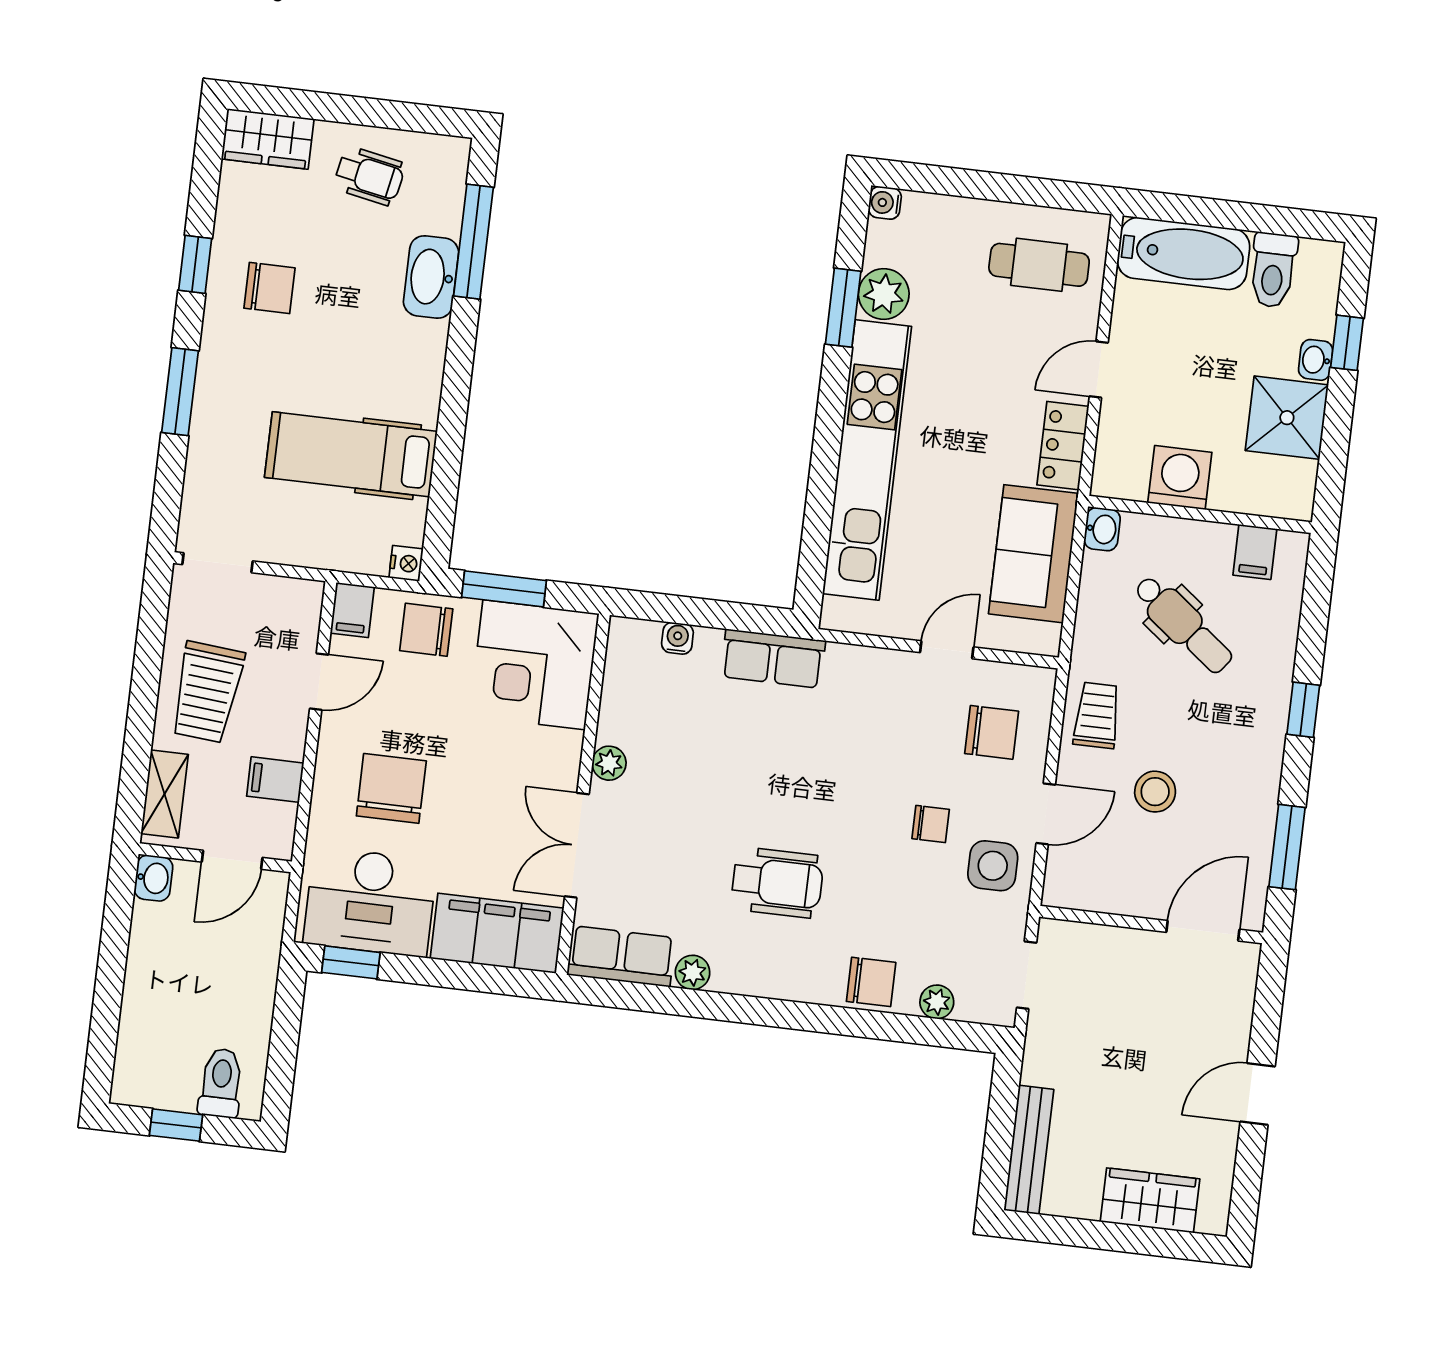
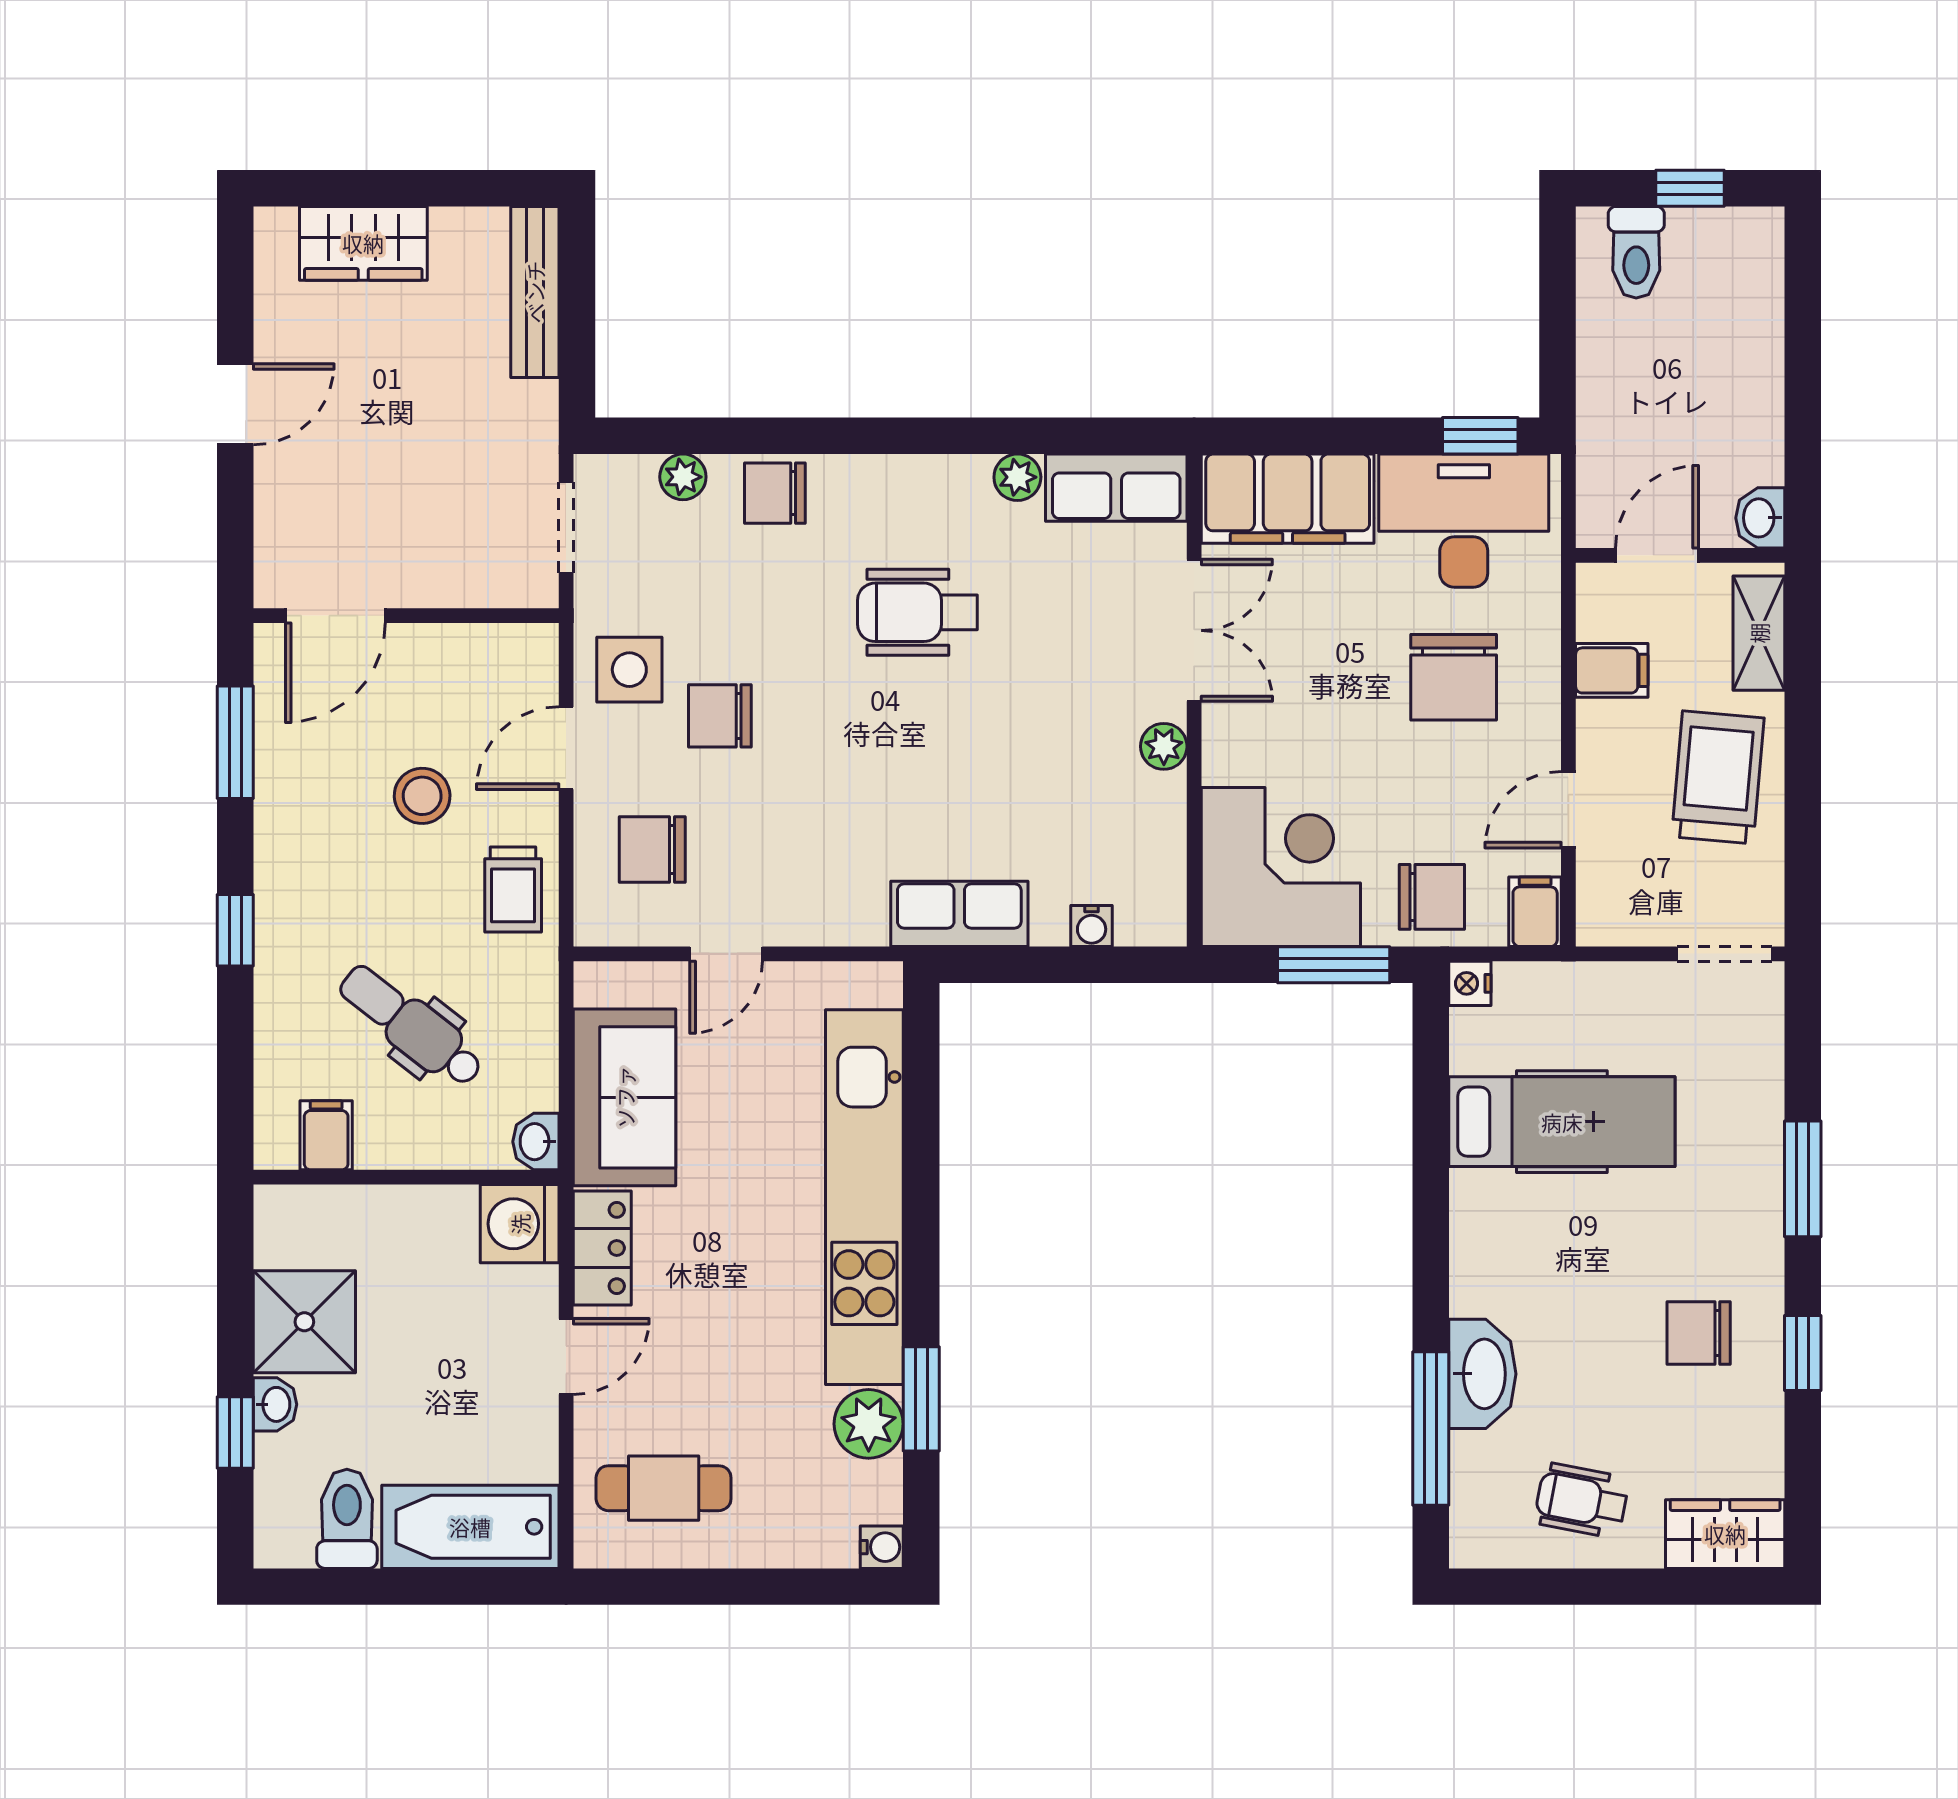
washing machine: (1180, 478) -> (520, 1224), moved, turned 90
chair: (931, 824) -> (720, 716), width x1.37, depth x1.37

